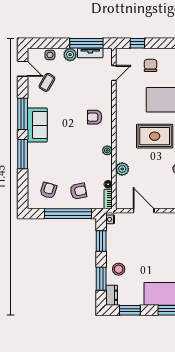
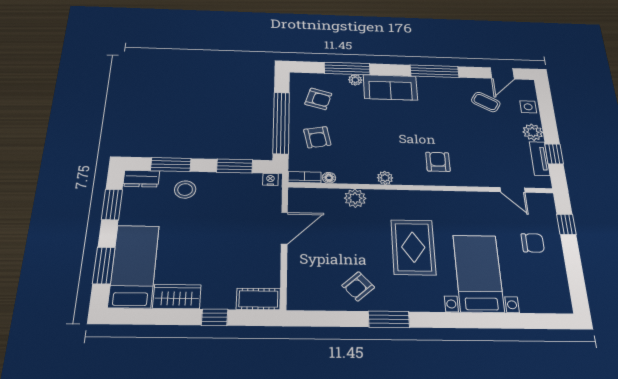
window: (86, 43) -> (554, 154), width x0.46
sofa: (37, 125) -> (390, 87), moved
window: (23, 154) -> (347, 68), moved
plant: (32, 166) -> (355, 80), added

